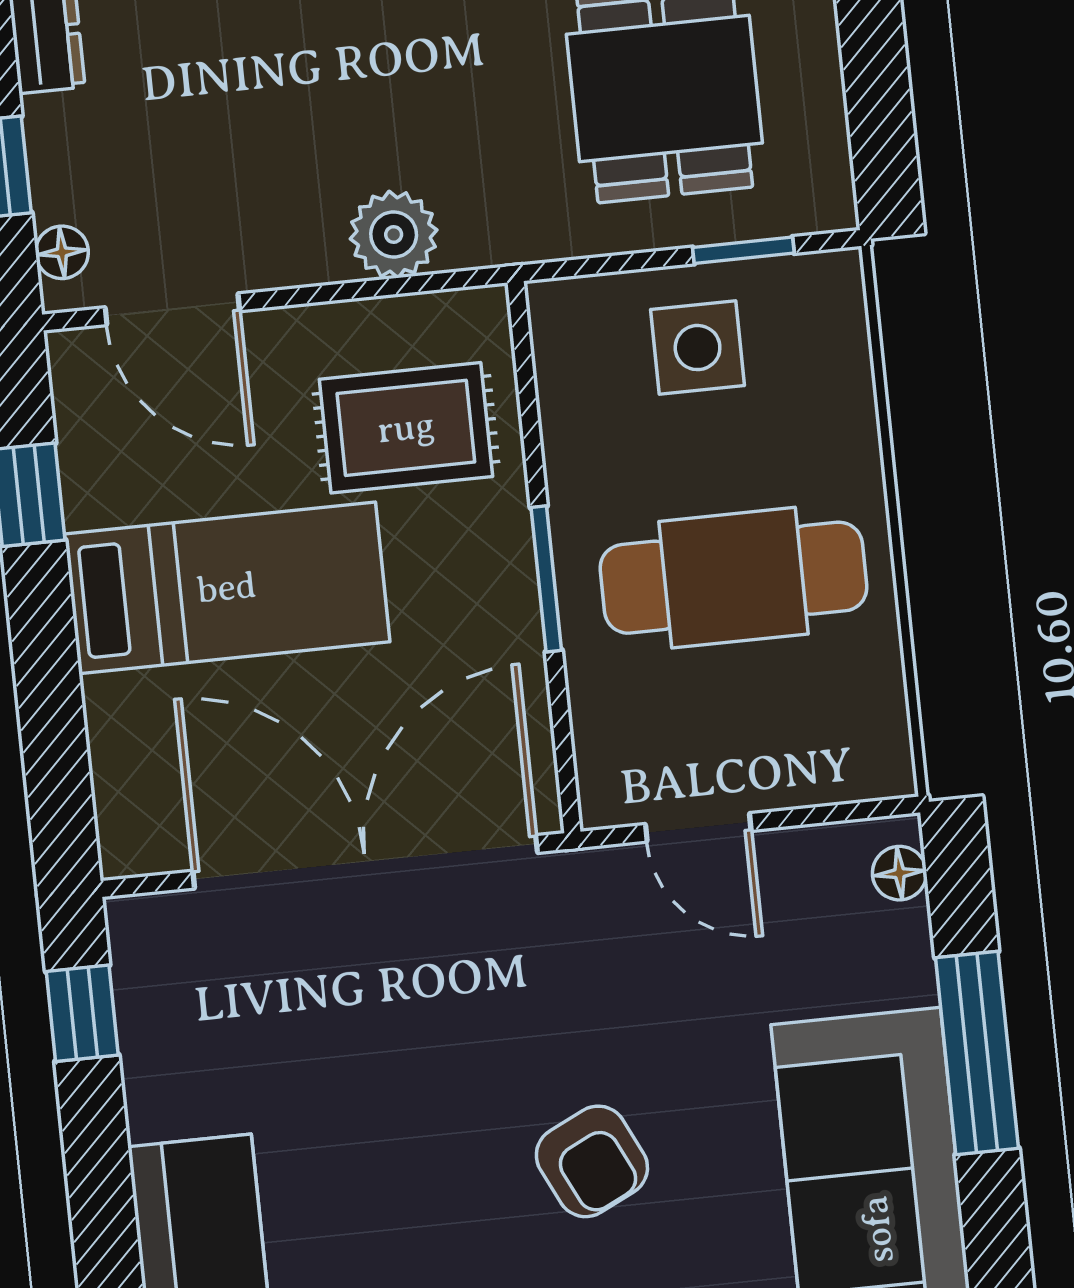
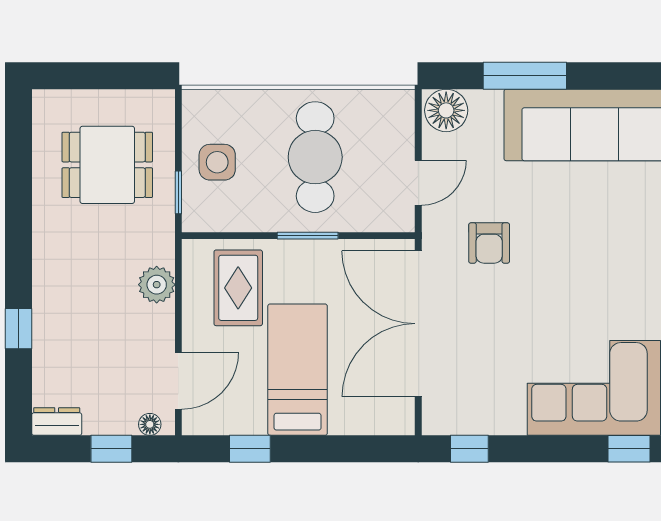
window: (743, 250) -> (178, 192), moved
floor lamp: (899, 873) -> (446, 110), width x1.89, depth x1.89
armchair: (592, 1161) -> (489, 243), moved, turned 116

